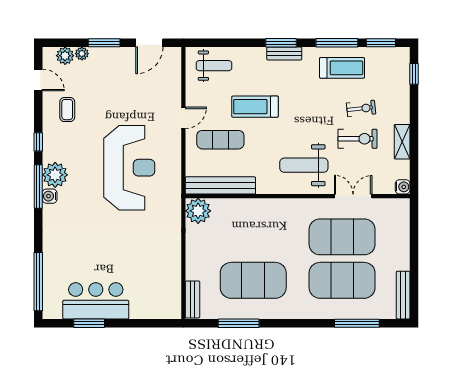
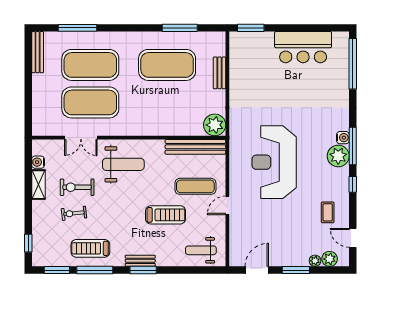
water cooler: (403, 187) -> (38, 162), moved
bench: (192, 299) -> (220, 73), moved
window: (89, 323) -> (251, 28), moved

